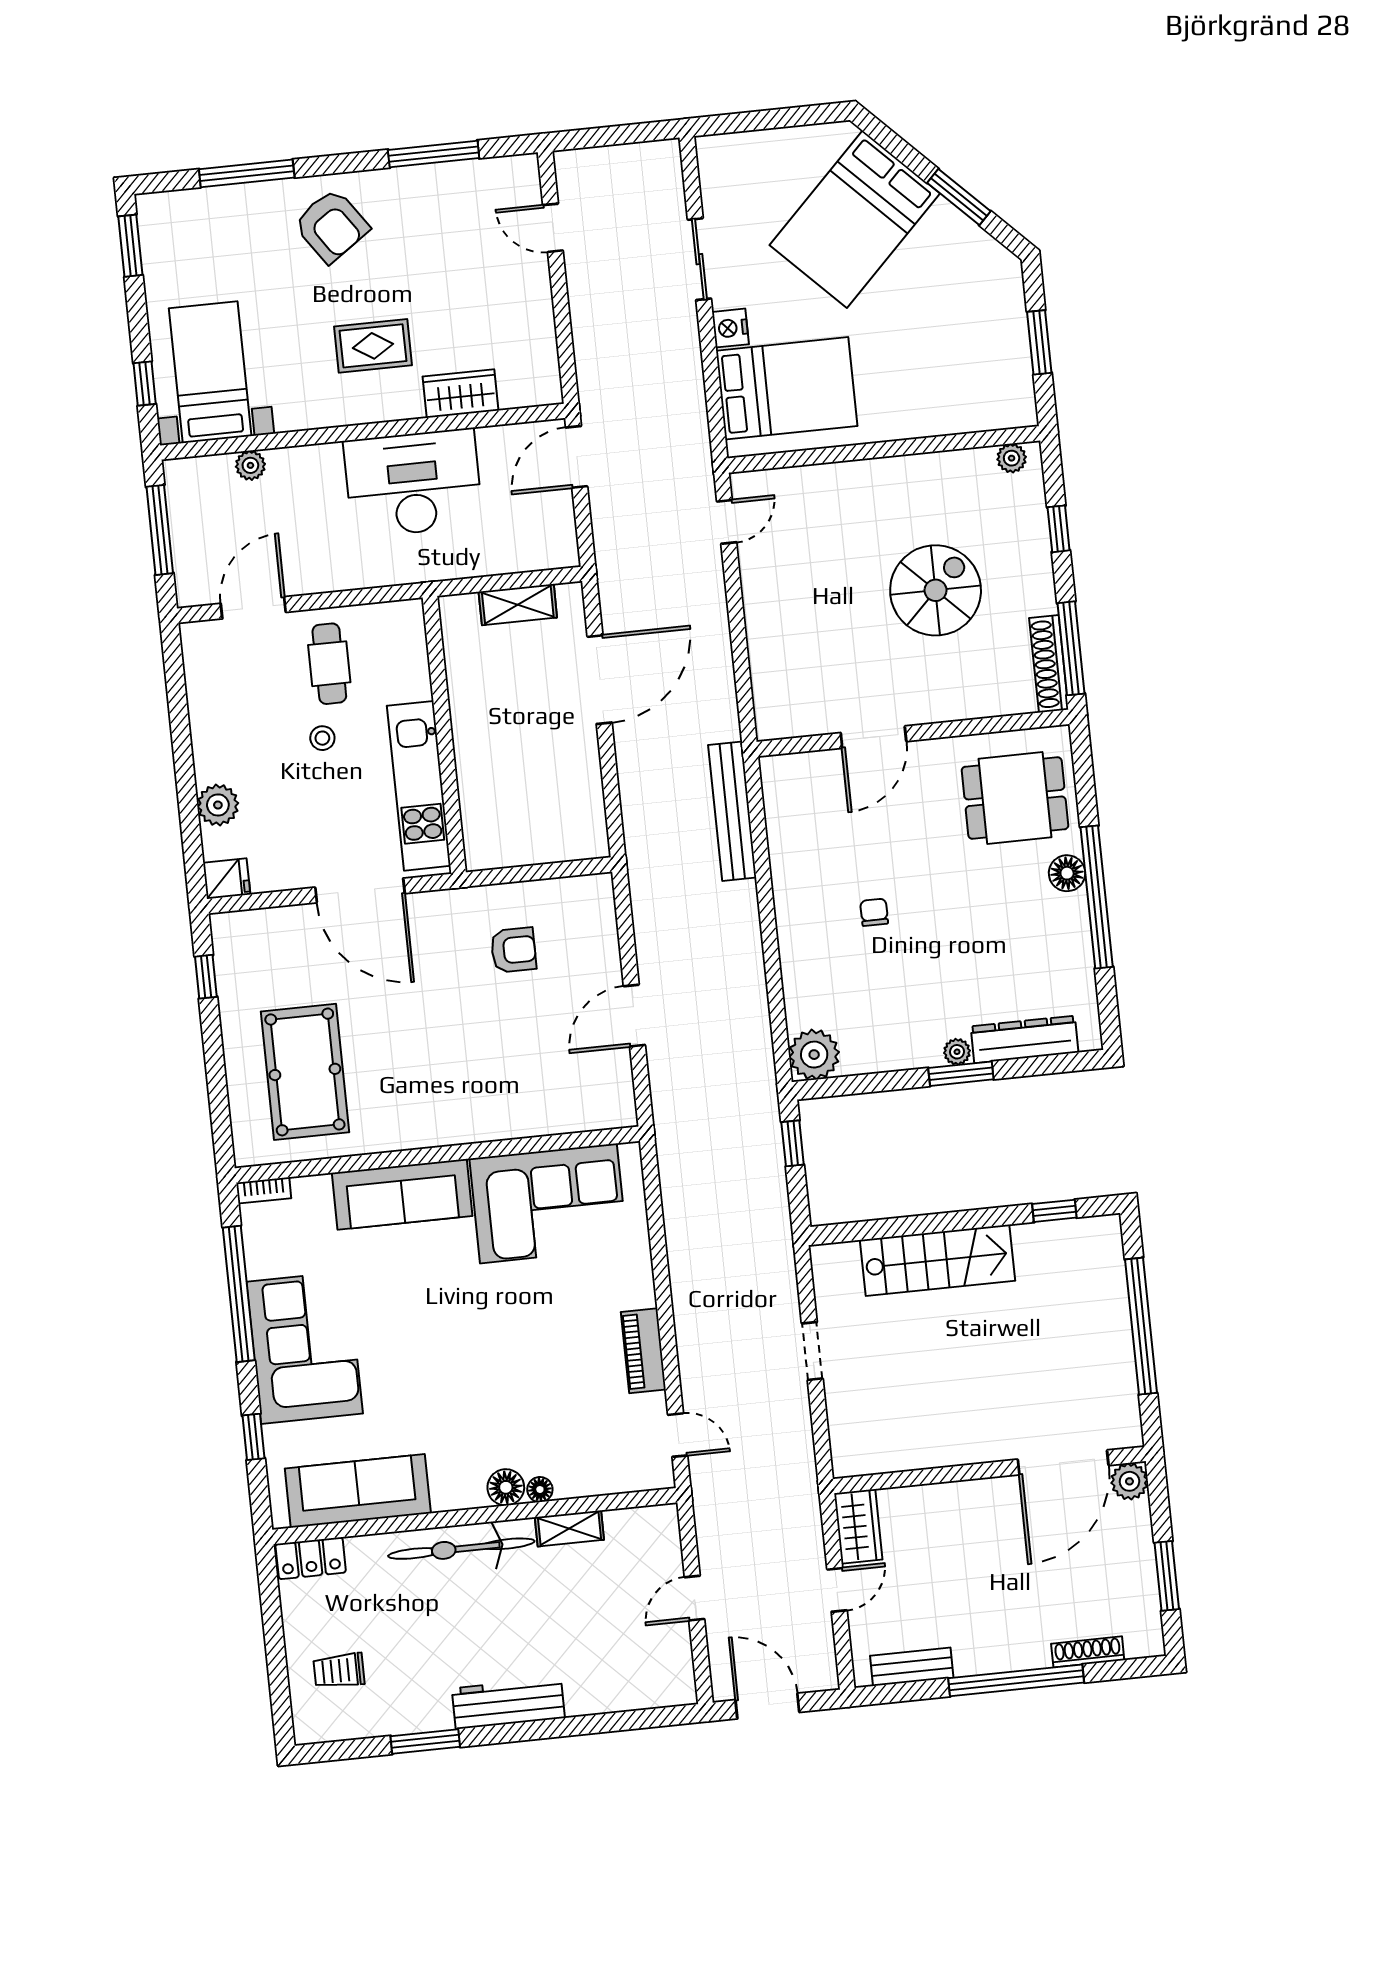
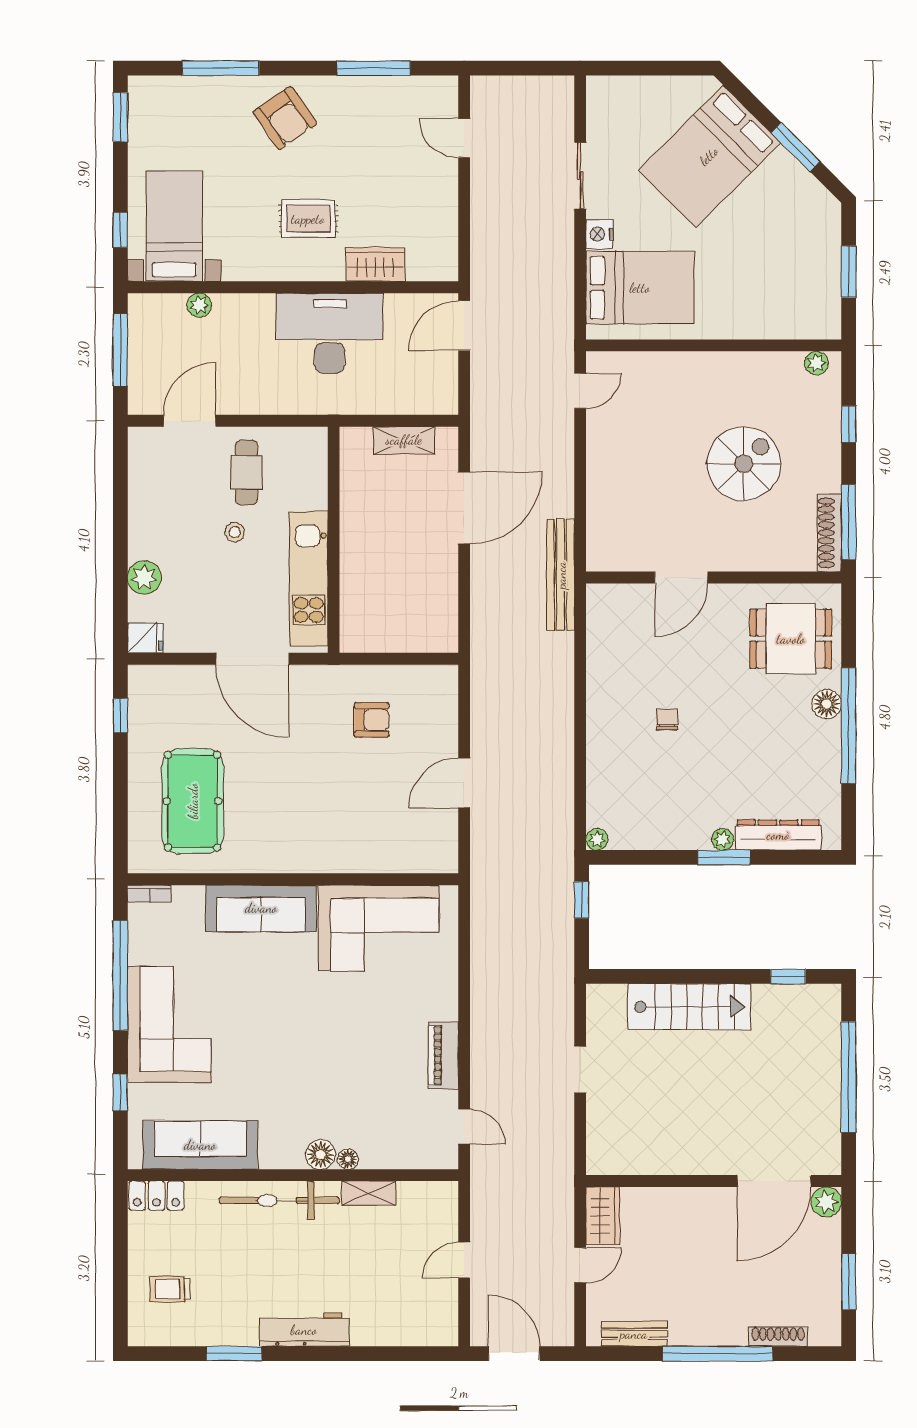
bench: (732, 811) -> (561, 575), moved
plant: (814, 1055) -> (597, 839), width x0.53, depth x0.53

